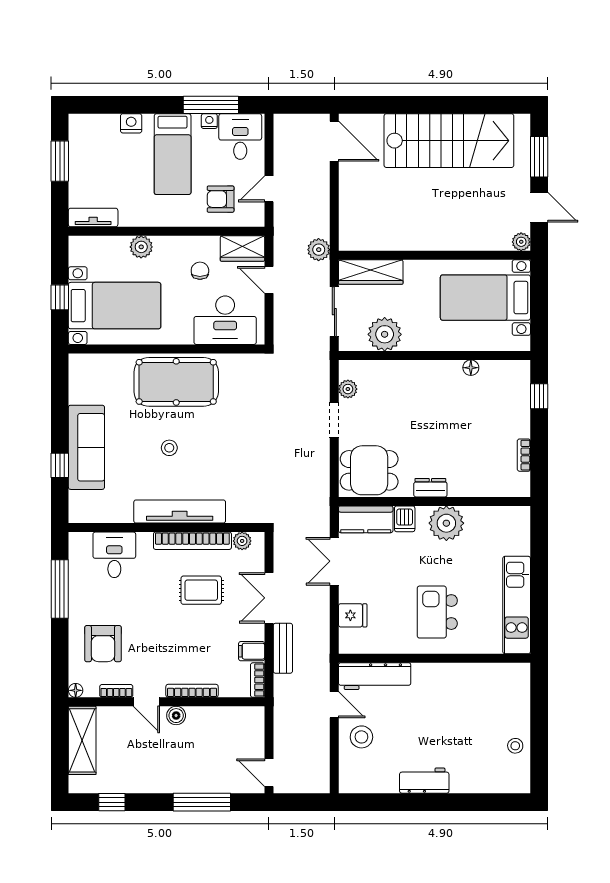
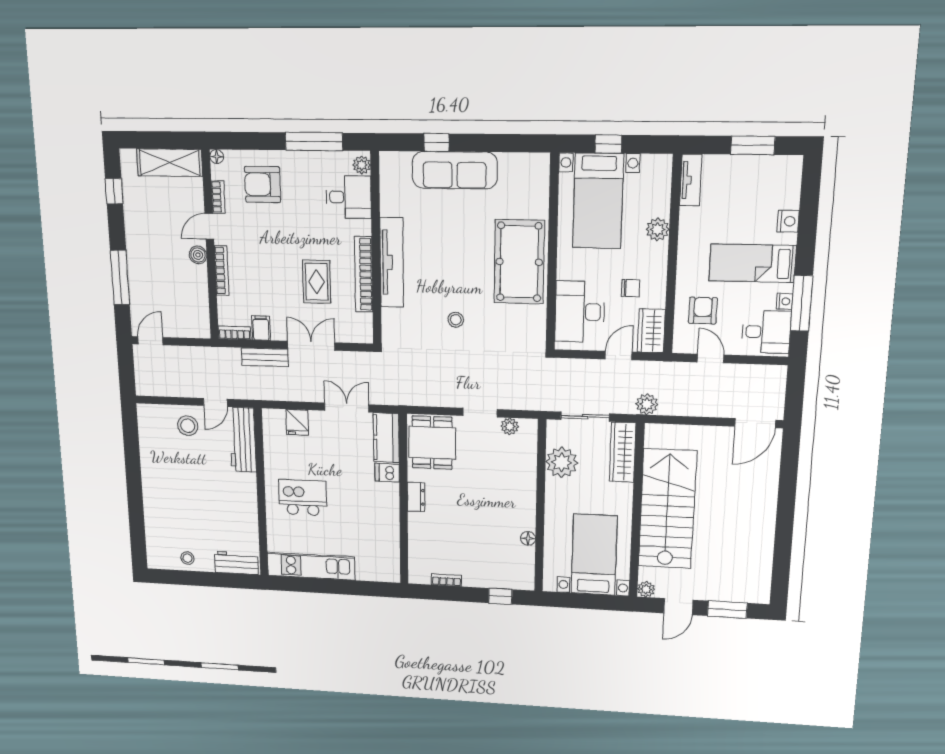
stairs: (449, 141) -> (667, 509), moved, turned 180
stool: (169, 448) -> (456, 320), moved
plant: (446, 523) -> (384, 510), removed
plant: (242, 541) -> (362, 165), moved
workbench: (424, 781) -> (236, 563), moved, turned -90

